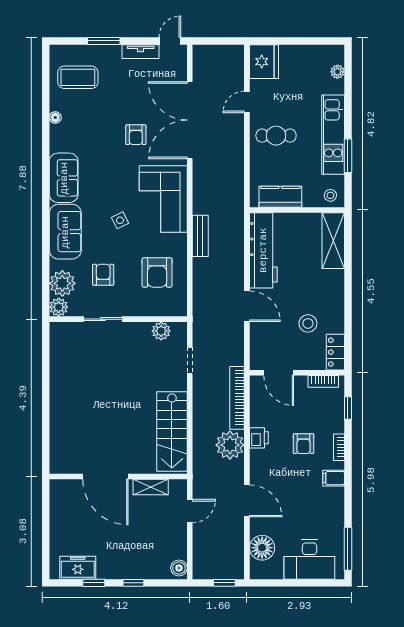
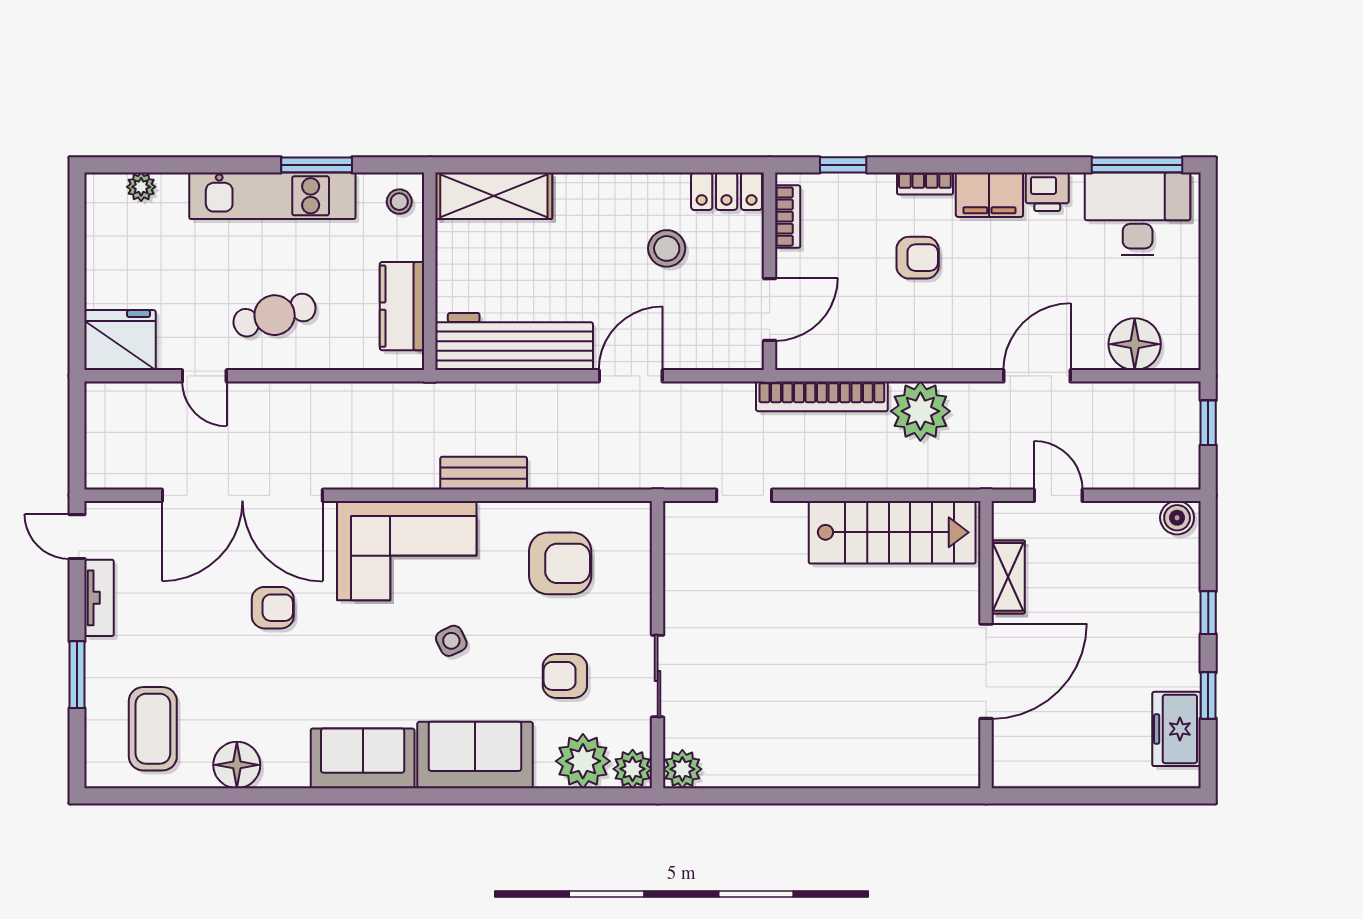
floor lamp: (55, 118) -> (237, 765), width x1.89, depth x1.89
cafe table: (276, 136) -> (275, 315), turned 75
plant: (161, 331) -> (682, 769), moved
printer: (259, 438) -> (1047, 192), moved, turned 180
filing cabinet: (334, 478) -> (989, 195), width x2.00
desk: (309, 559) -> (1138, 214), moved, turned -90

